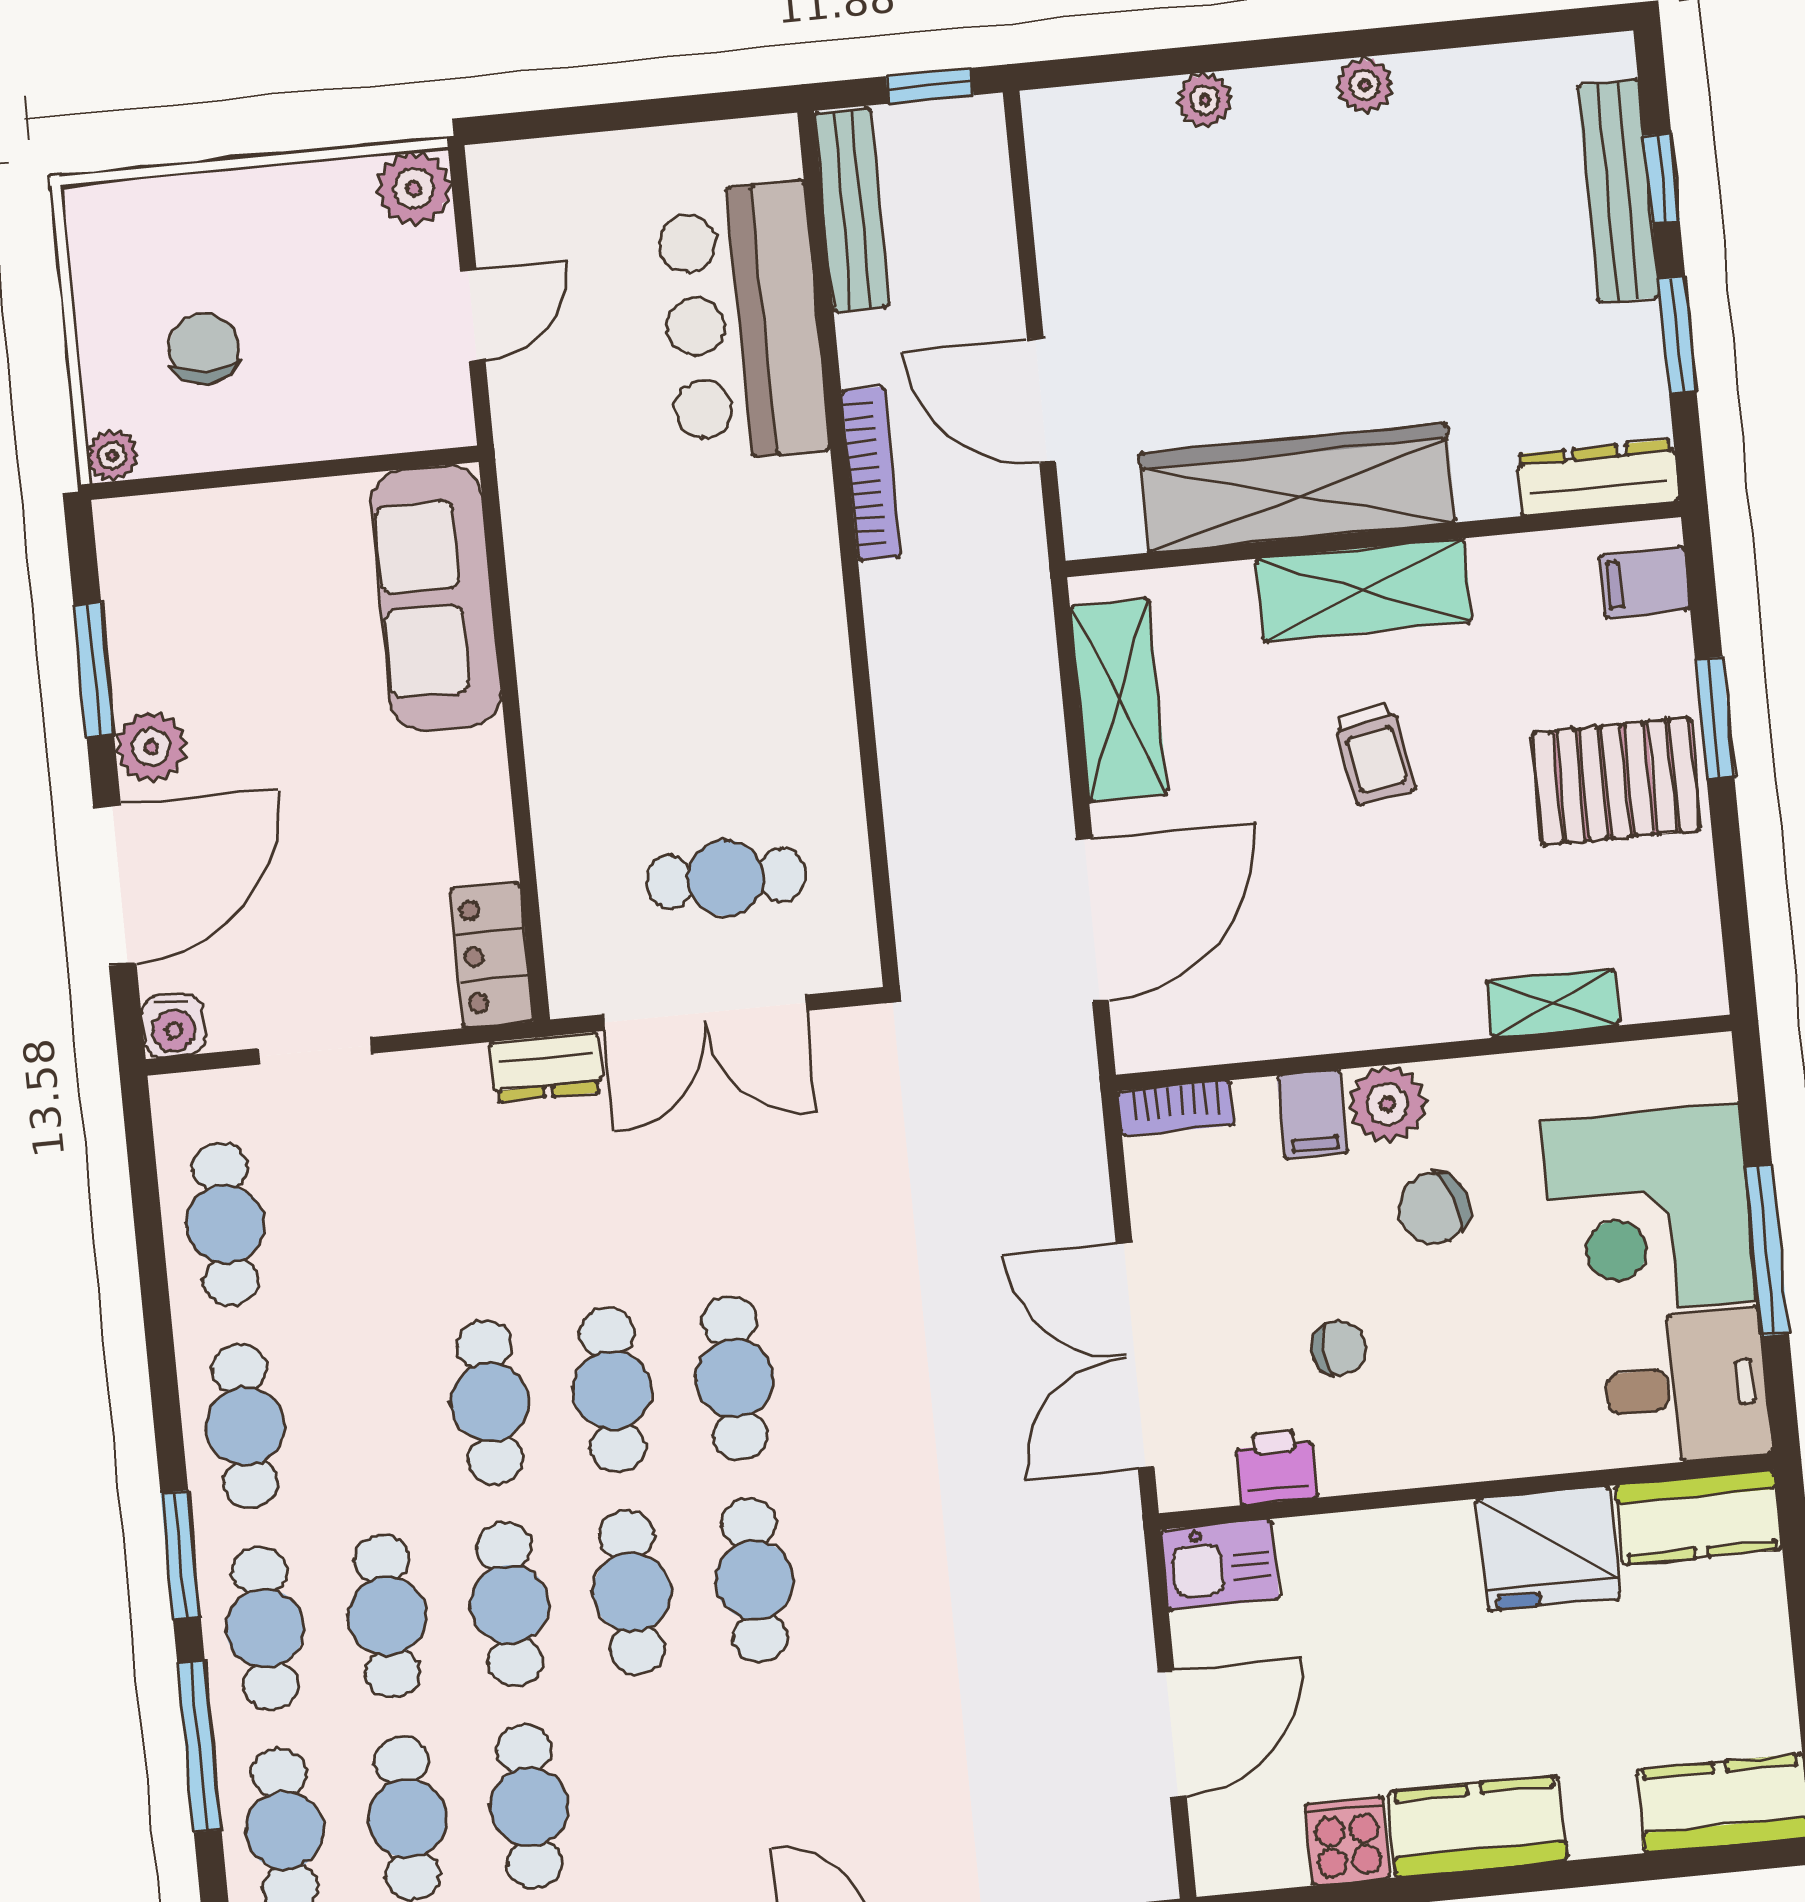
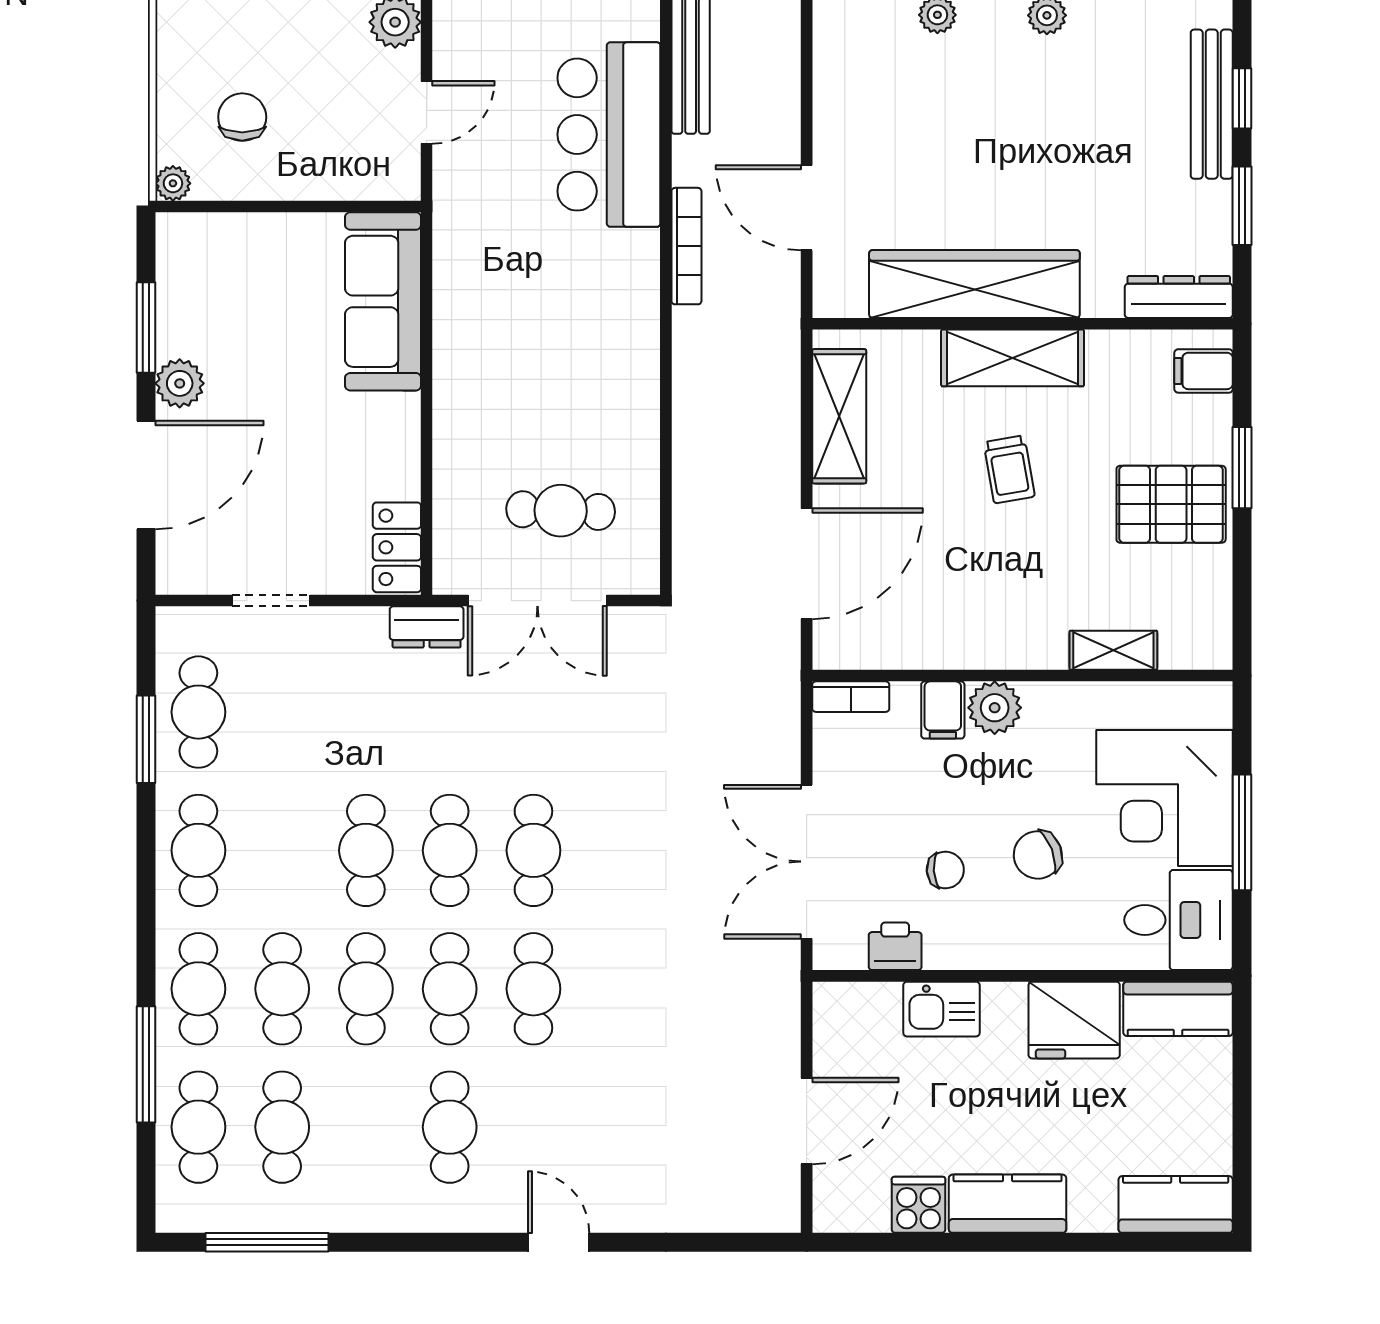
water cooler: (173, 1026) -> (176, 574), removed
chair: (1434, 1208) -> (1038, 855), moved
window: (181, 1555) -> (146, 739), moved
kitchen sink: (1220, 1565) -> (941, 1009), moved
cafe table: (529, 1806) -> (450, 1127), moved

